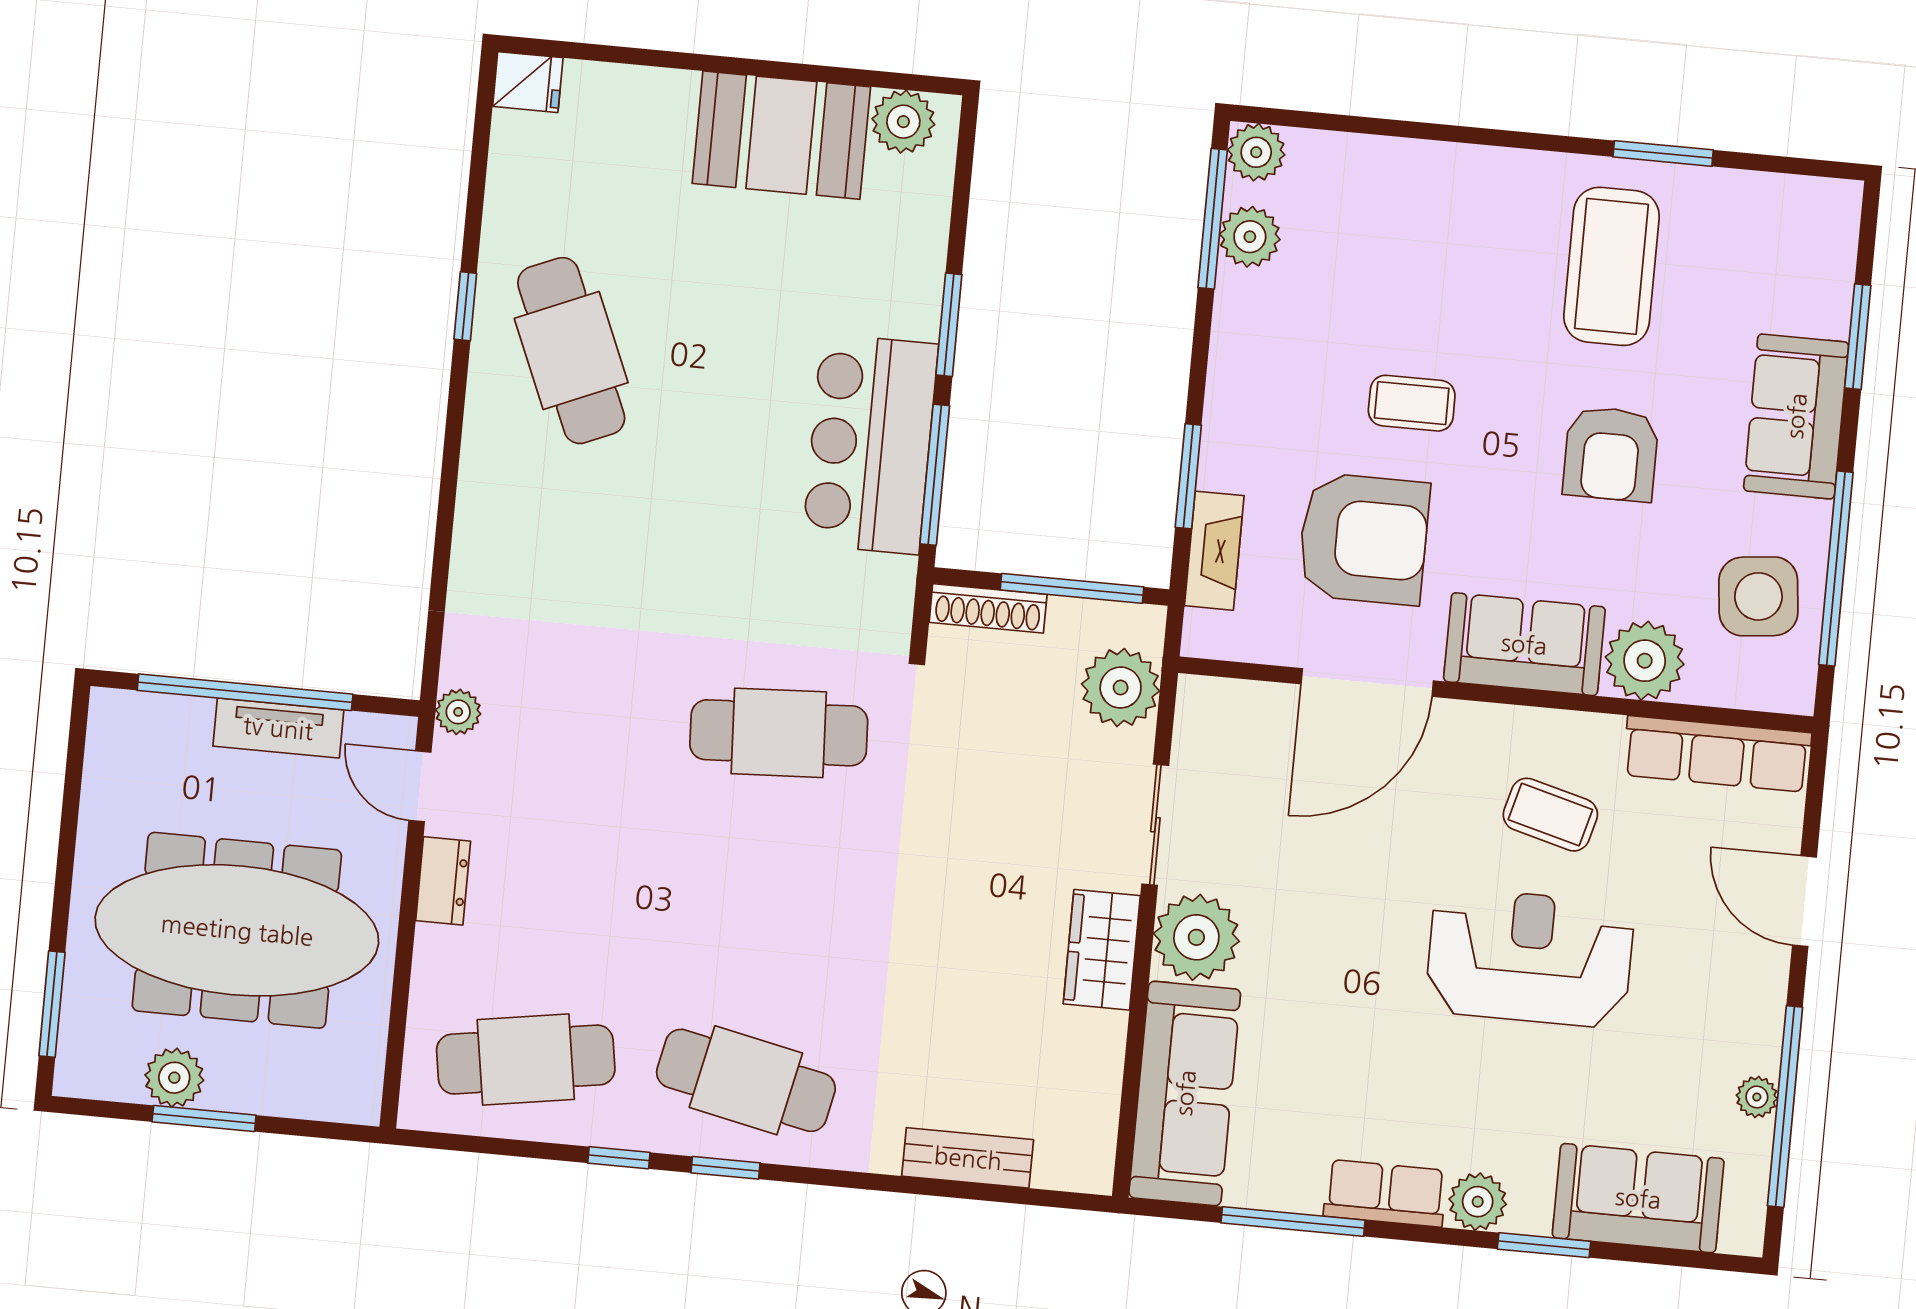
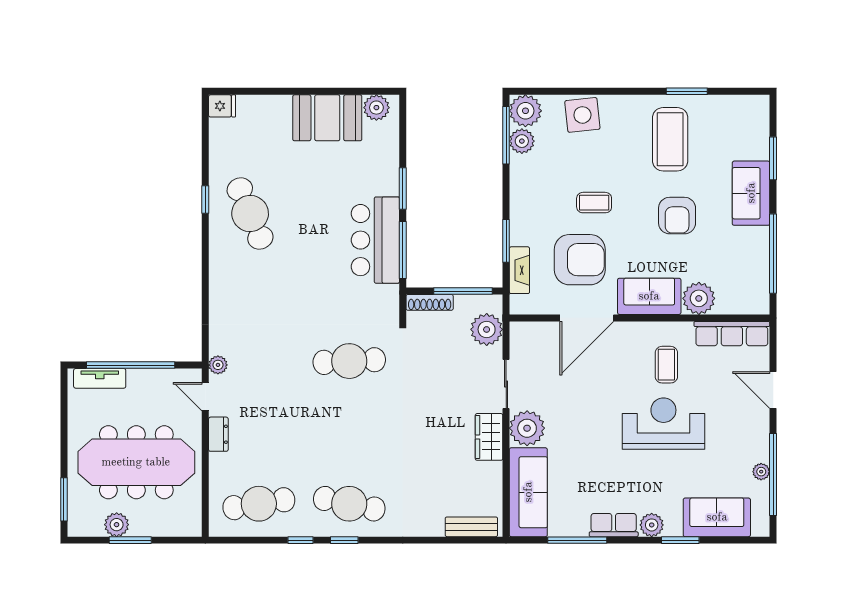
plant: (1256, 152) -> (525, 111), width x1.36, depth x1.36
side table: (1758, 596) -> (582, 115), moved
tv unit: (278, 728) -> (100, 378), moved
coffee table: (1550, 815) -> (666, 365), turned 75
bench: (968, 1158) -> (471, 527), moved

